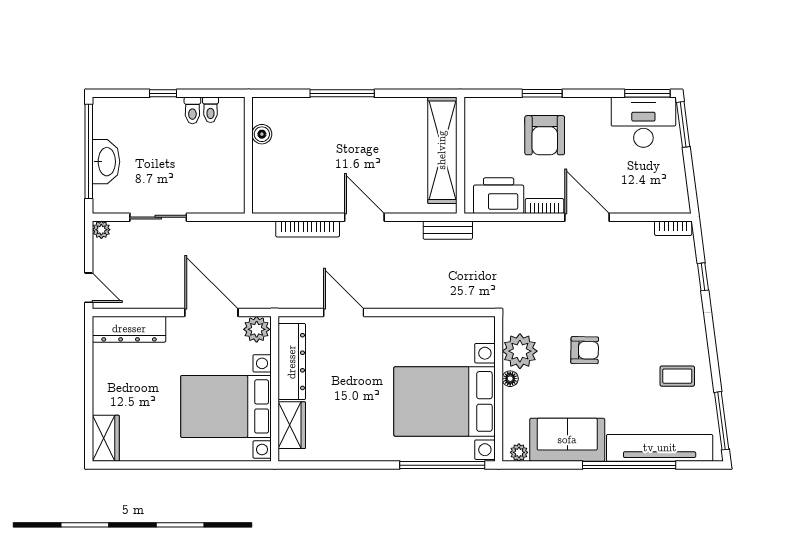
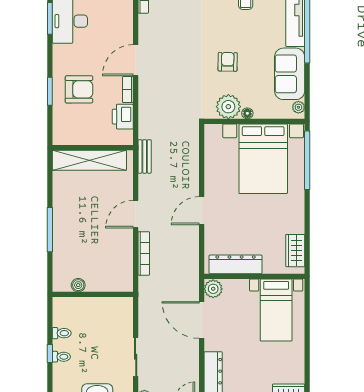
toilet: (211, 110) -> (61, 357), moved
printer: (499, 196) -> (123, 117), width x0.73, depth x0.84
door: (211, 313) -> (202, 320), hinge flipped
door: (344, 313) -> (202, 211), moved
bed with nightstands: (226, 406) -> (276, 310), width x0.73
wardrobe: (292, 425) -> (295, 251), moved, turned -90

